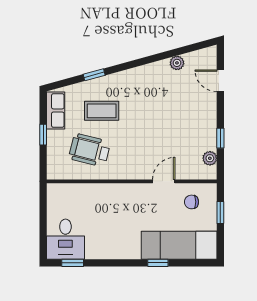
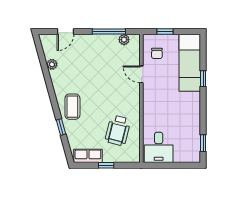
coffee table: (102, 111) -> (72, 107), moved
window: (220, 138) -> (109, 32), width x2.17
desk: (65, 239) -> (159, 147), moved, turned 90

